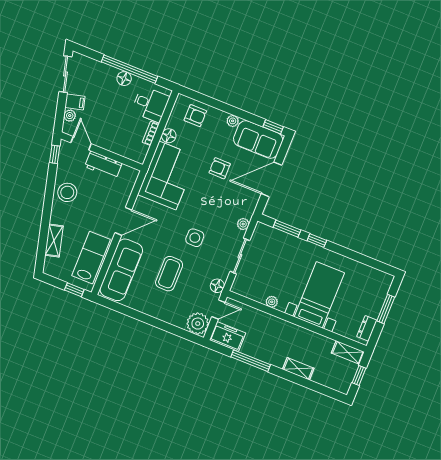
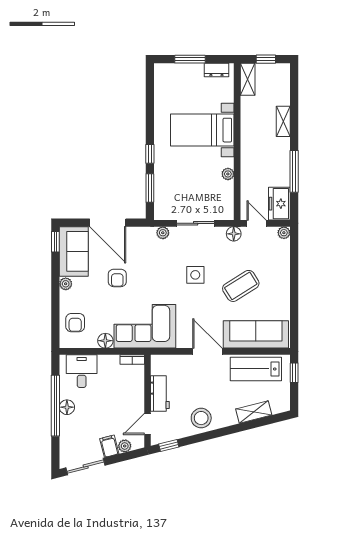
armchair: (195, 116) -> (75, 323), turned 180
bookcase: (151, 133) -> (132, 360), moved
coffee table: (169, 274) -> (241, 286), turned -32
plant: (198, 324) -> (284, 233), width x0.53, depth x0.53

